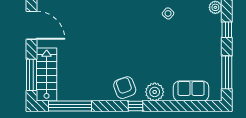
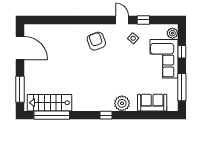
corner sofa: (205, 38) -> (164, 59), added
stairs: (47, 75) -> (49, 103), moved, turned -90
armchair: (125, 88) -> (96, 41), moved

